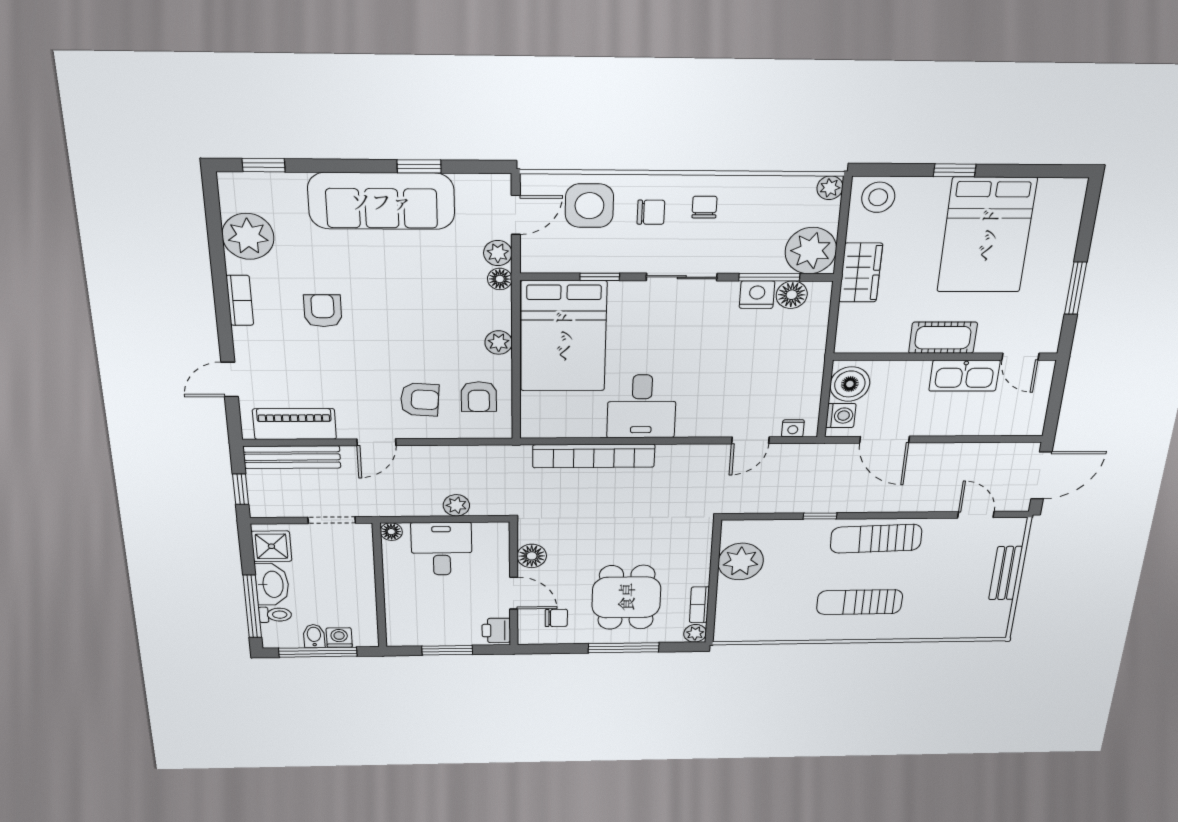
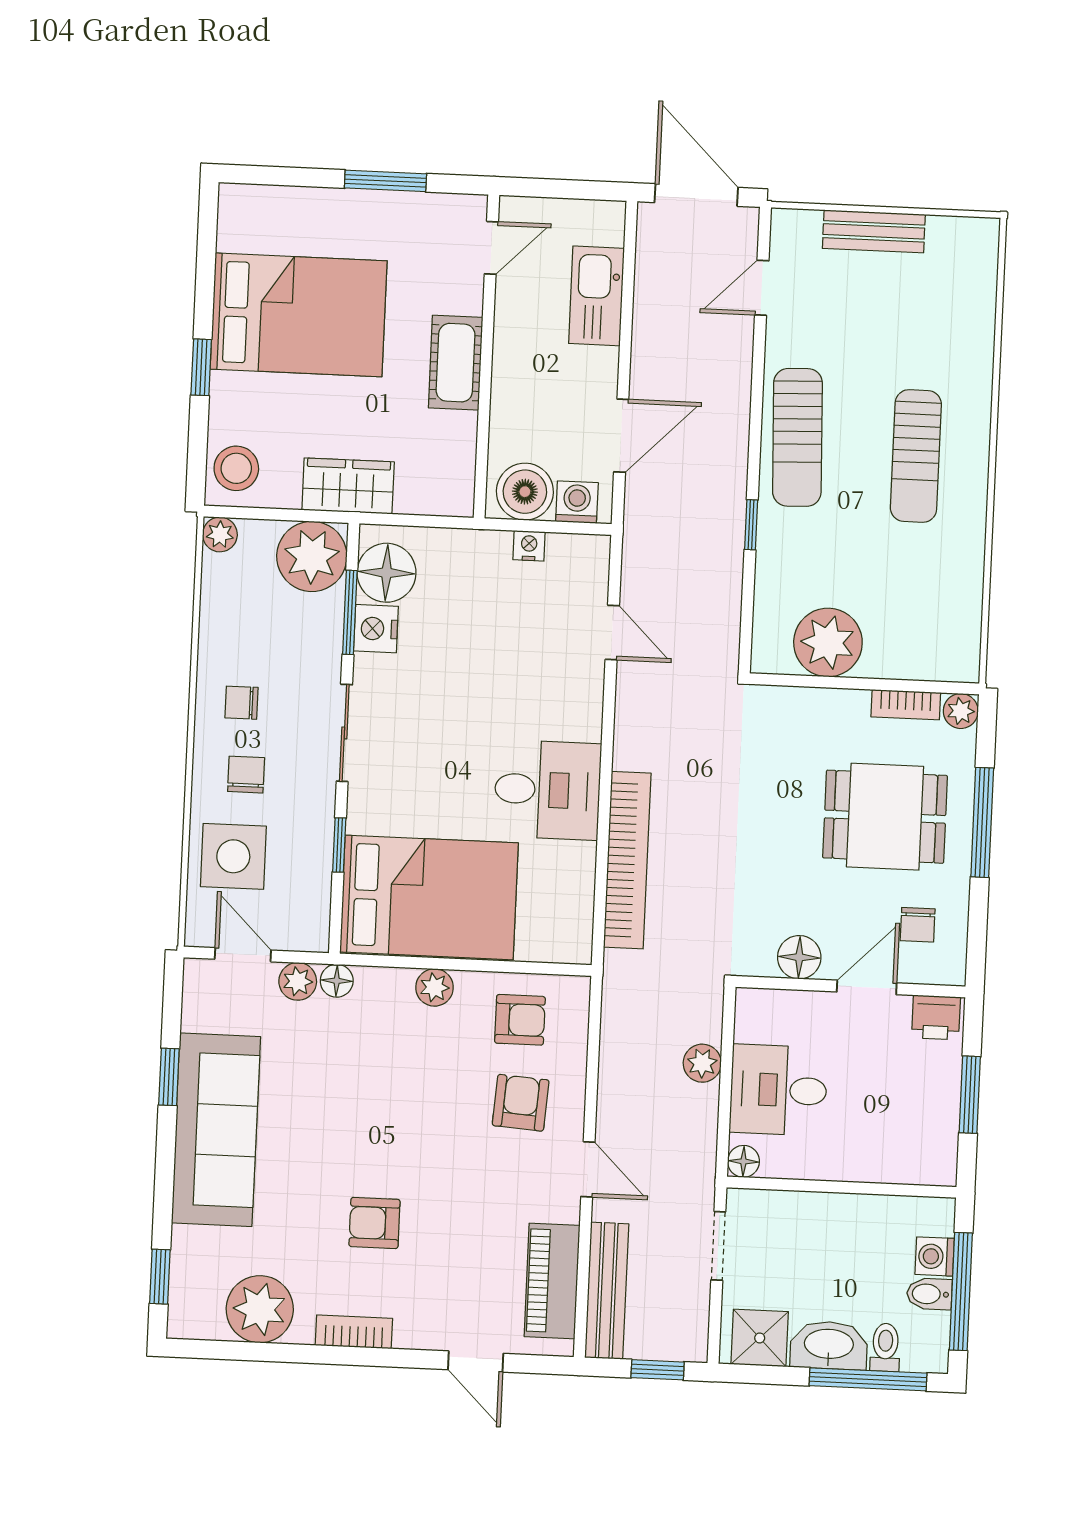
floor lamp: (792, 295) -> (387, 573), width x1.38, depth x1.38
kitchen sink: (964, 376) -> (596, 296), moved, turned 180
nightstand: (793, 428) -> (529, 546), moved, turned -90
chair: (556, 618) -> (918, 925), turned 180

